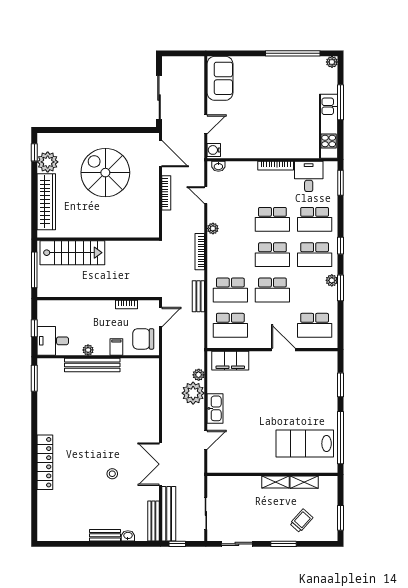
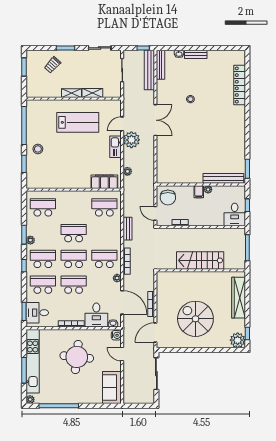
round table: (268, 120) -> (77, 357), added
door: (206, 124) -> (122, 354), hinge flipped
kitchen unit: (329, 126) -> (33, 361), width x1.36
door: (160, 154) -> (155, 333), hinge flipped
plant: (48, 162) -> (238, 340), moved
spiral stairs: (105, 173) -> (195, 319), turned 180
desk: (309, 176) -> (37, 313), moved, turned 90
desk: (241, 178) -> (96, 315), added
door: (206, 195) -> (122, 302), width x1.88
stairs: (72, 253) -> (200, 260), moved
school desk: (230, 290) -> (104, 259), moved
door: (160, 317) -> (155, 213), hinge flipped
chair: (143, 339) -> (168, 198), turned 90
desk: (53, 341) -> (235, 214), moved, turned 90
filing cabinet: (116, 347) -> (199, 192), moved
door: (283, 350) -> (66, 190), removed
bench: (92, 365) -> (223, 178), moved
plant: (193, 393) -> (131, 140), moved
stool: (321, 405) -> (38, 149), added
lab bench: (305, 444) -> (78, 122), moved
locker: (45, 462) -> (240, 85), moved
double door: (160, 464) -> (155, 120), moved
shelving: (304, 482) -> (92, 93), moved

